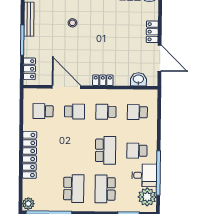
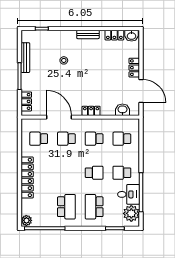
school desk: (75, 111) -> (66, 139), turned 180
school desk: (106, 150) -> (94, 173), width x0.54

